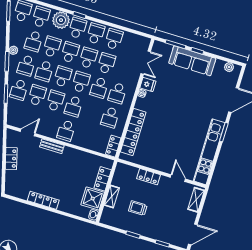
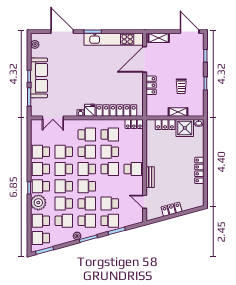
double door: (146, 63) -> (53, 118), swing flipped
fridge: (148, 84) -> (90, 110), moved
school desk: (55, 101) -> (110, 152), moved
door: (178, 178) -> (145, 59), width x1.88

